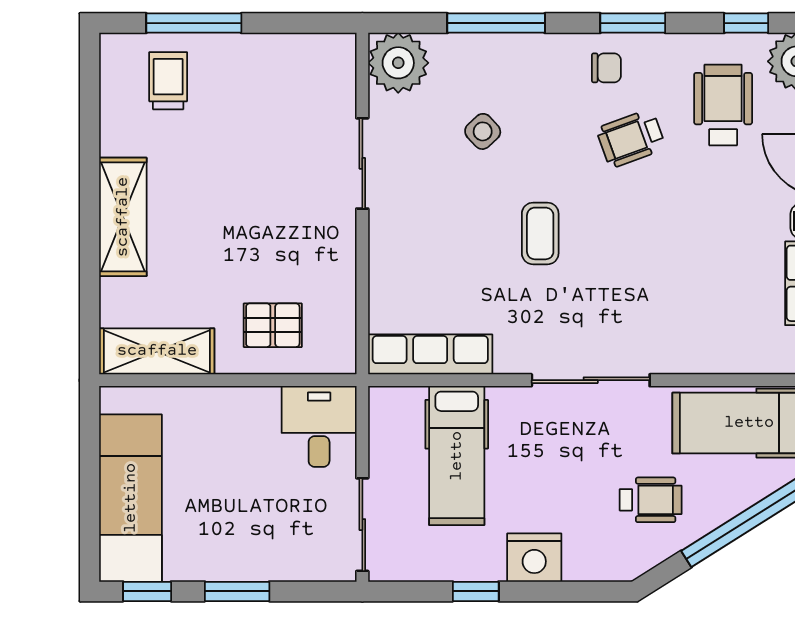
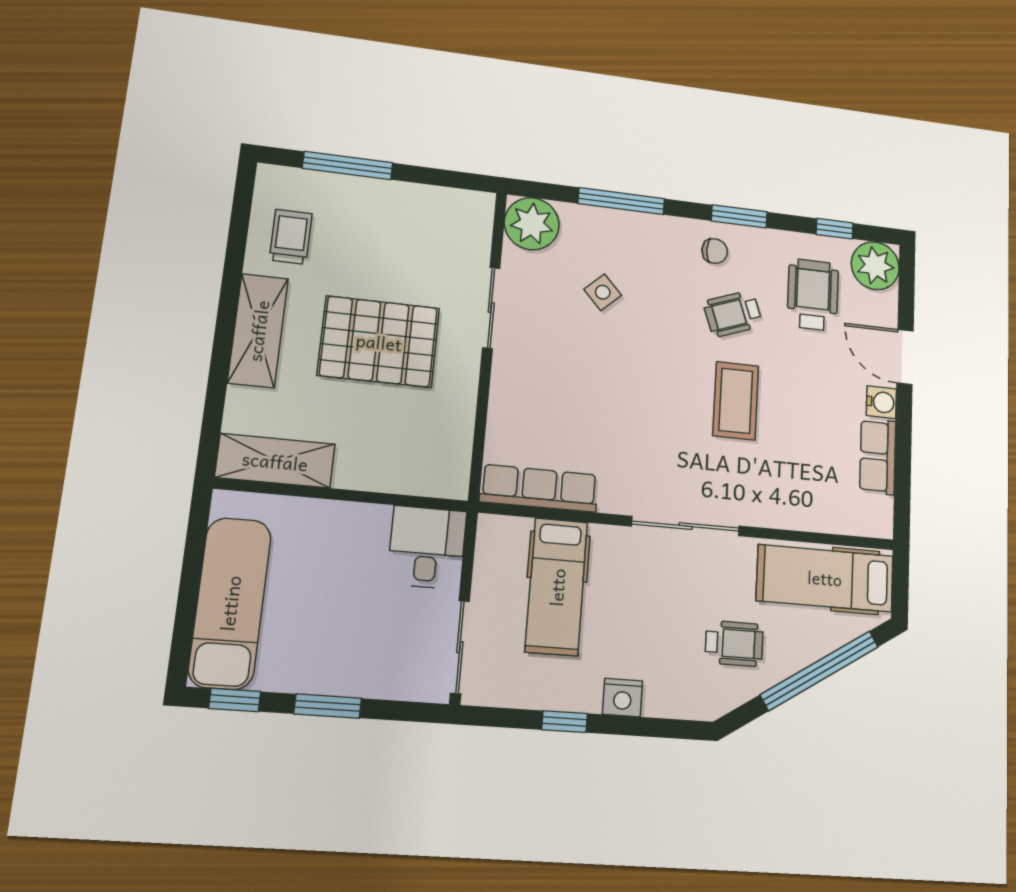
trolley: (168, 81) -> (291, 237), moved
coffee table: (540, 233) -> (736, 401), moved, width x1.36, depth x1.30
pallet: (273, 325) -> (379, 342), moved, width x2.05, depth x2.00
nightstand: (534, 558) -> (622, 698), width x0.74, depth x0.75

